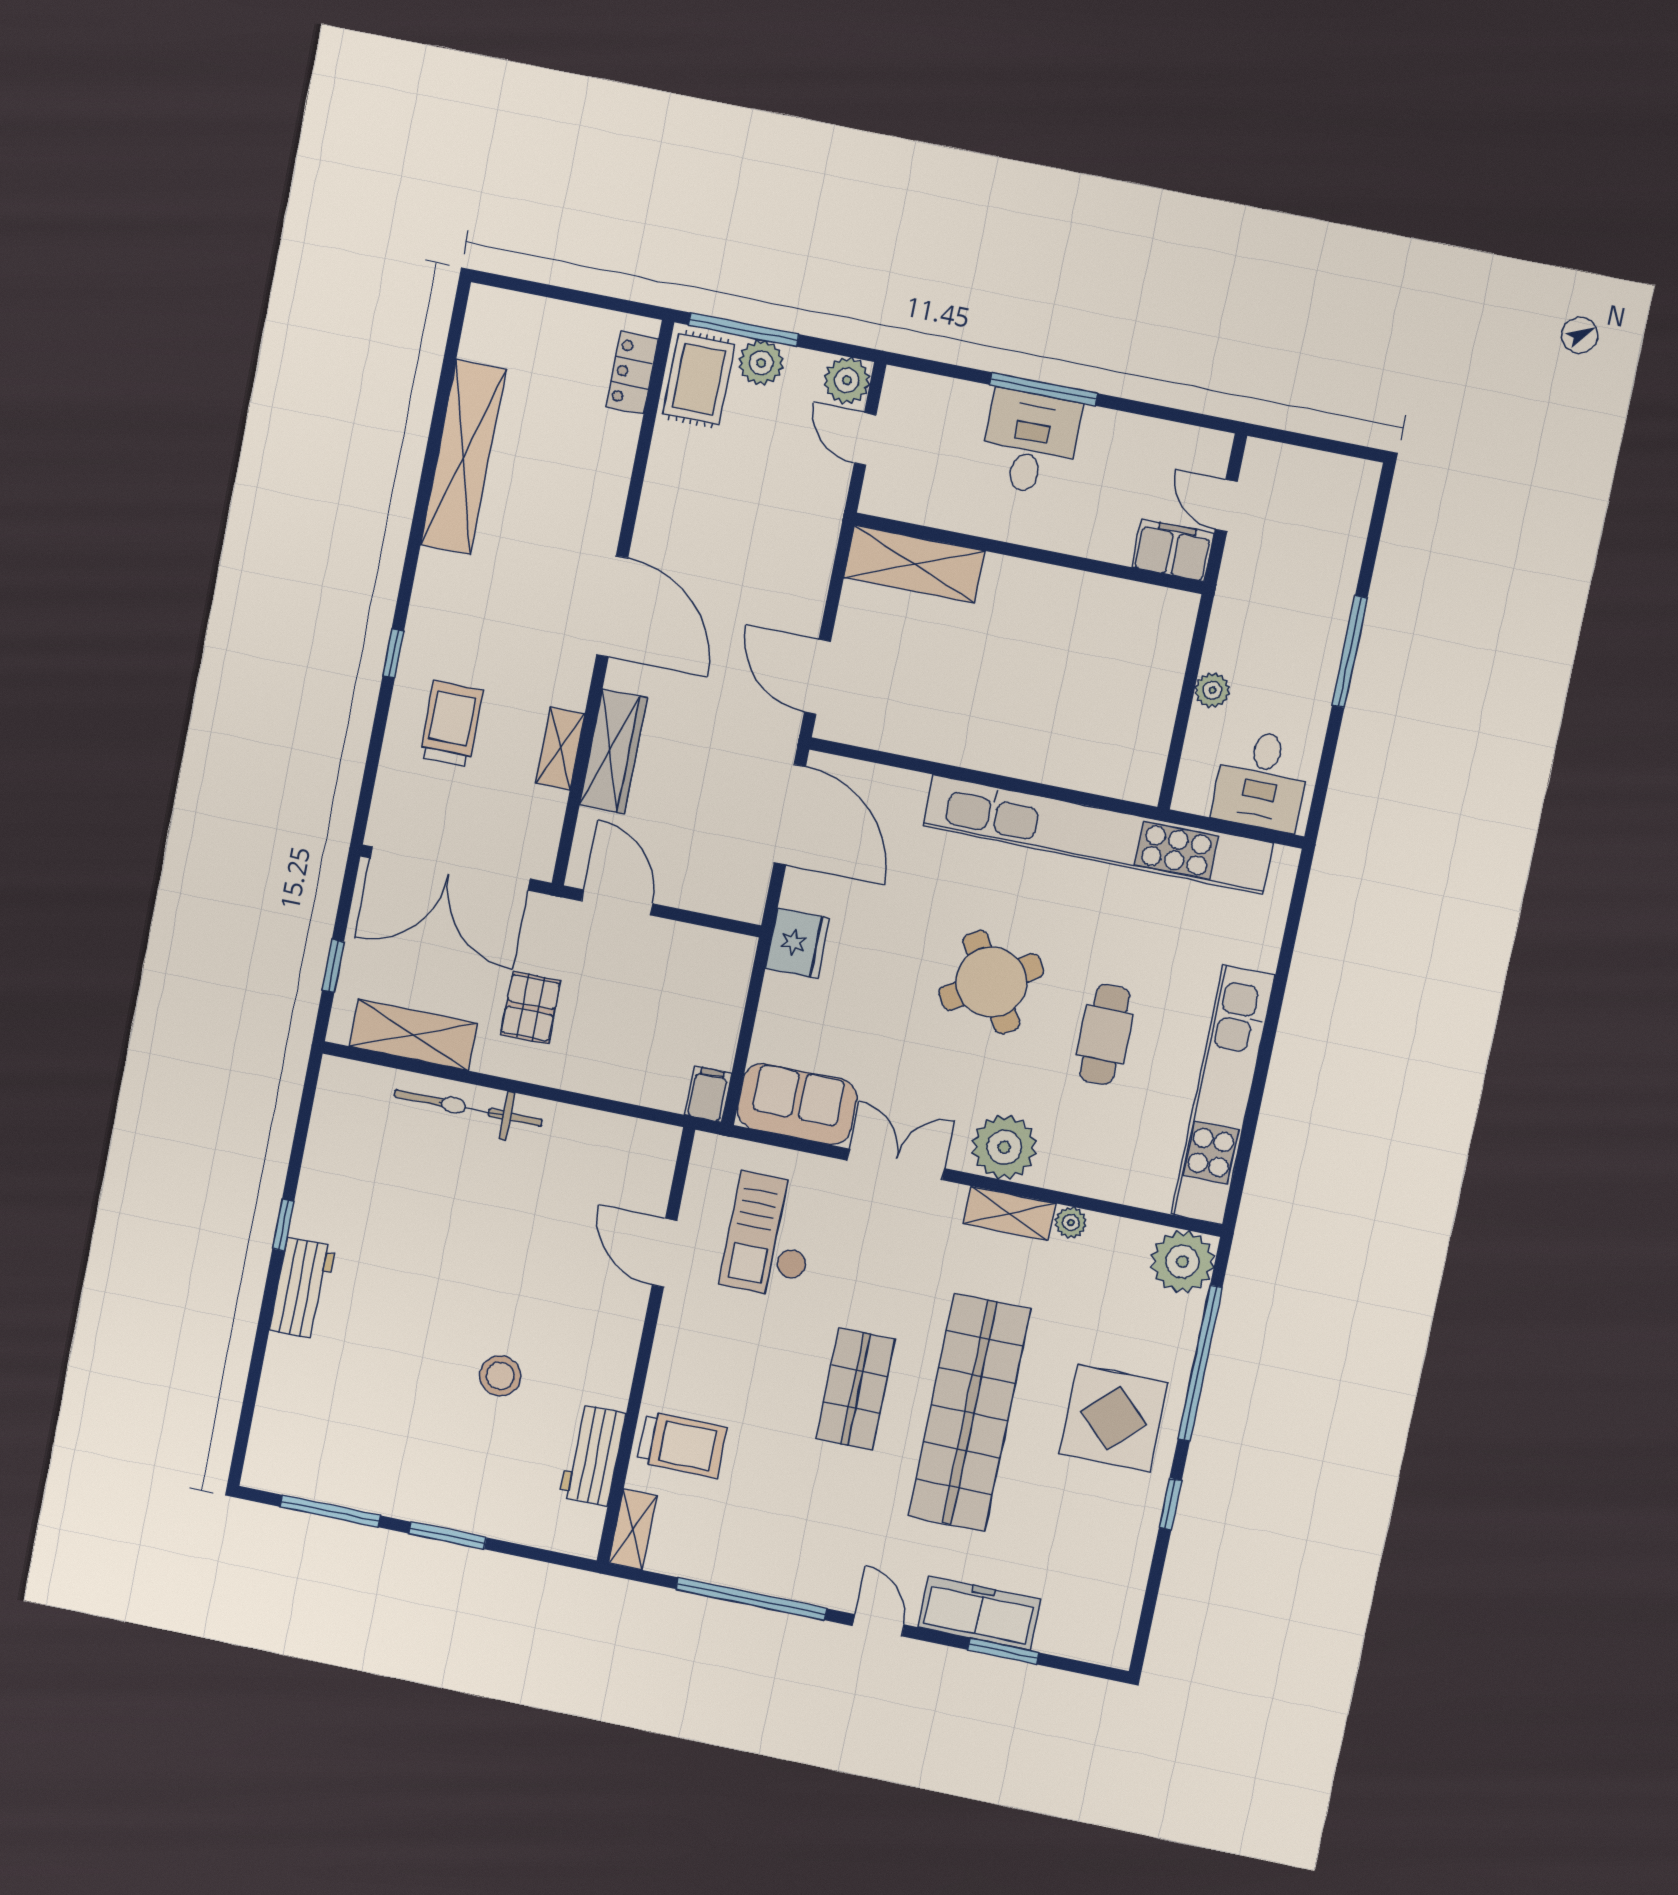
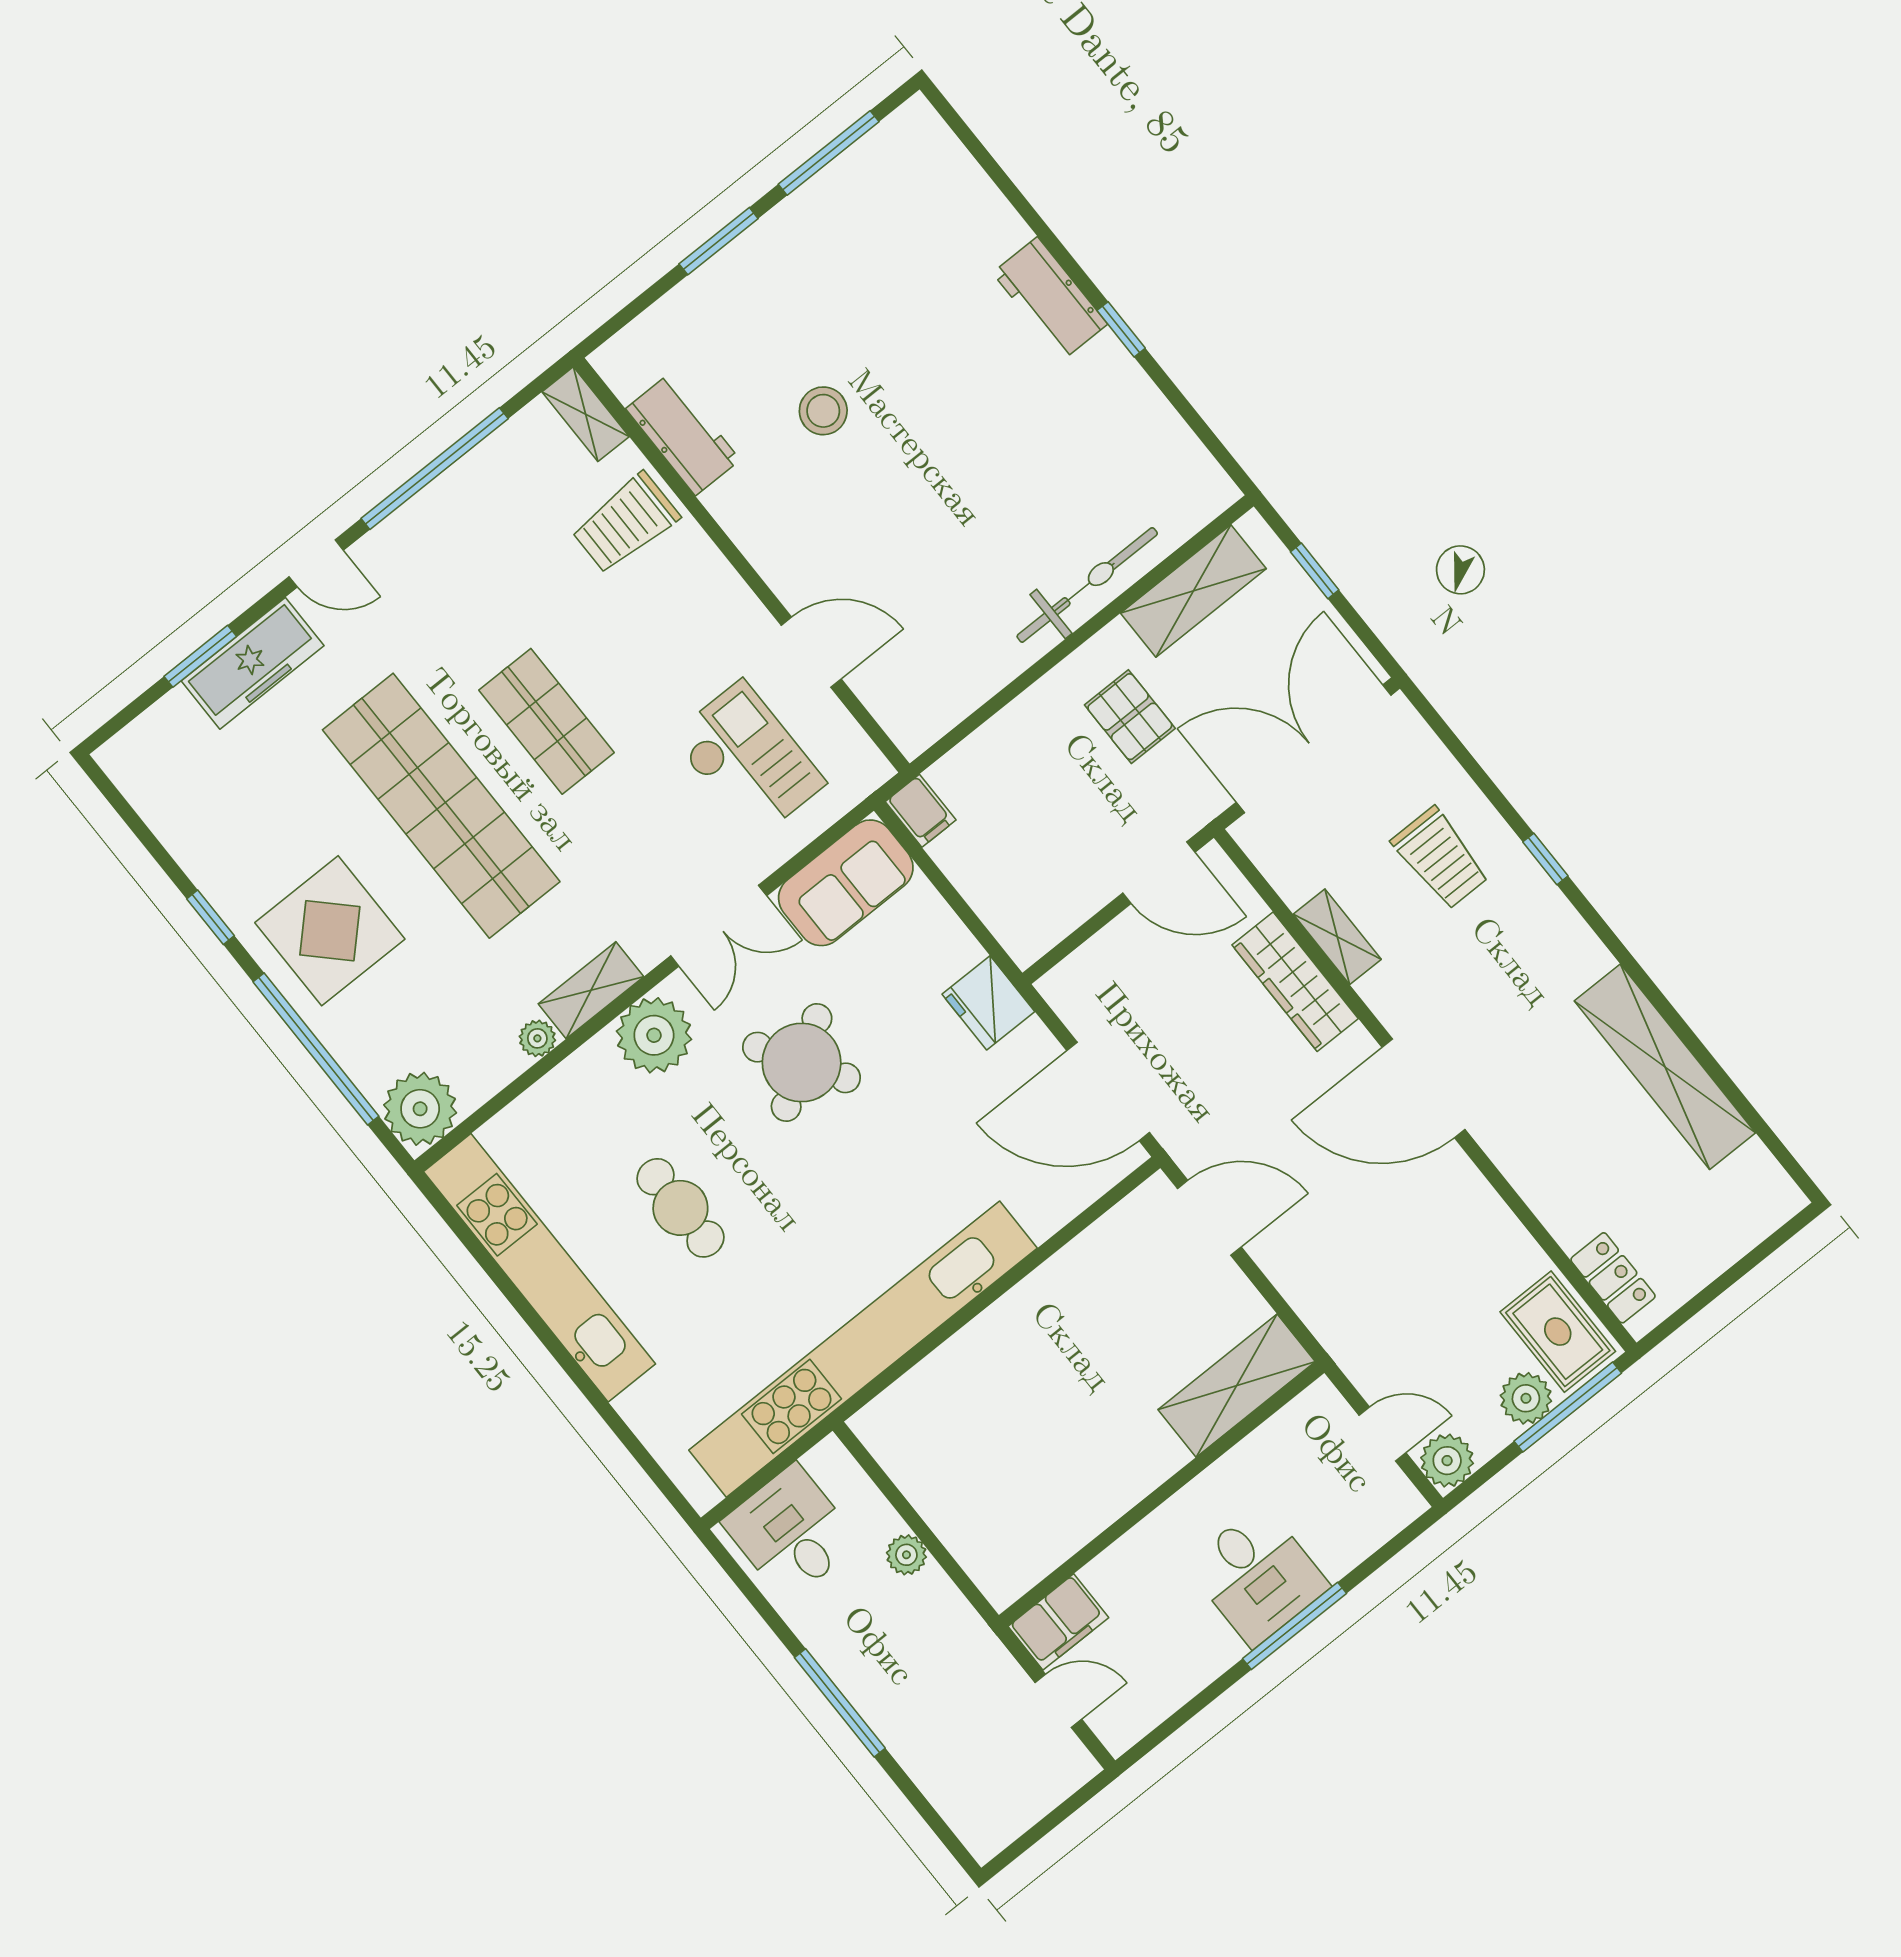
round table: (991, 982) -> (802, 1062), moved

